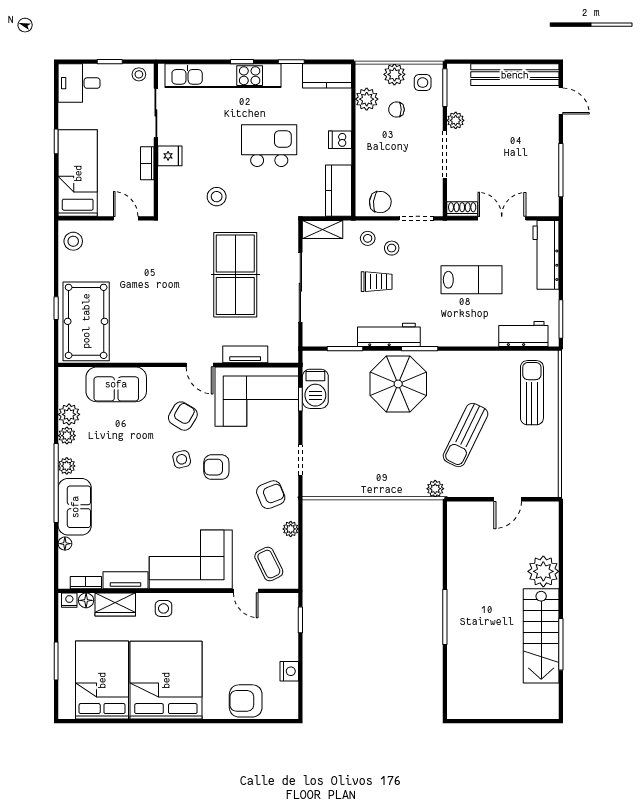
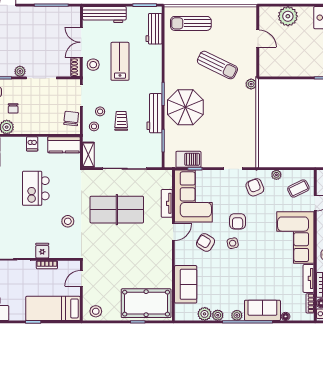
stool: (466, 237) -> (93, 65), added
plant: (543, 571) -> (288, 16), moved

